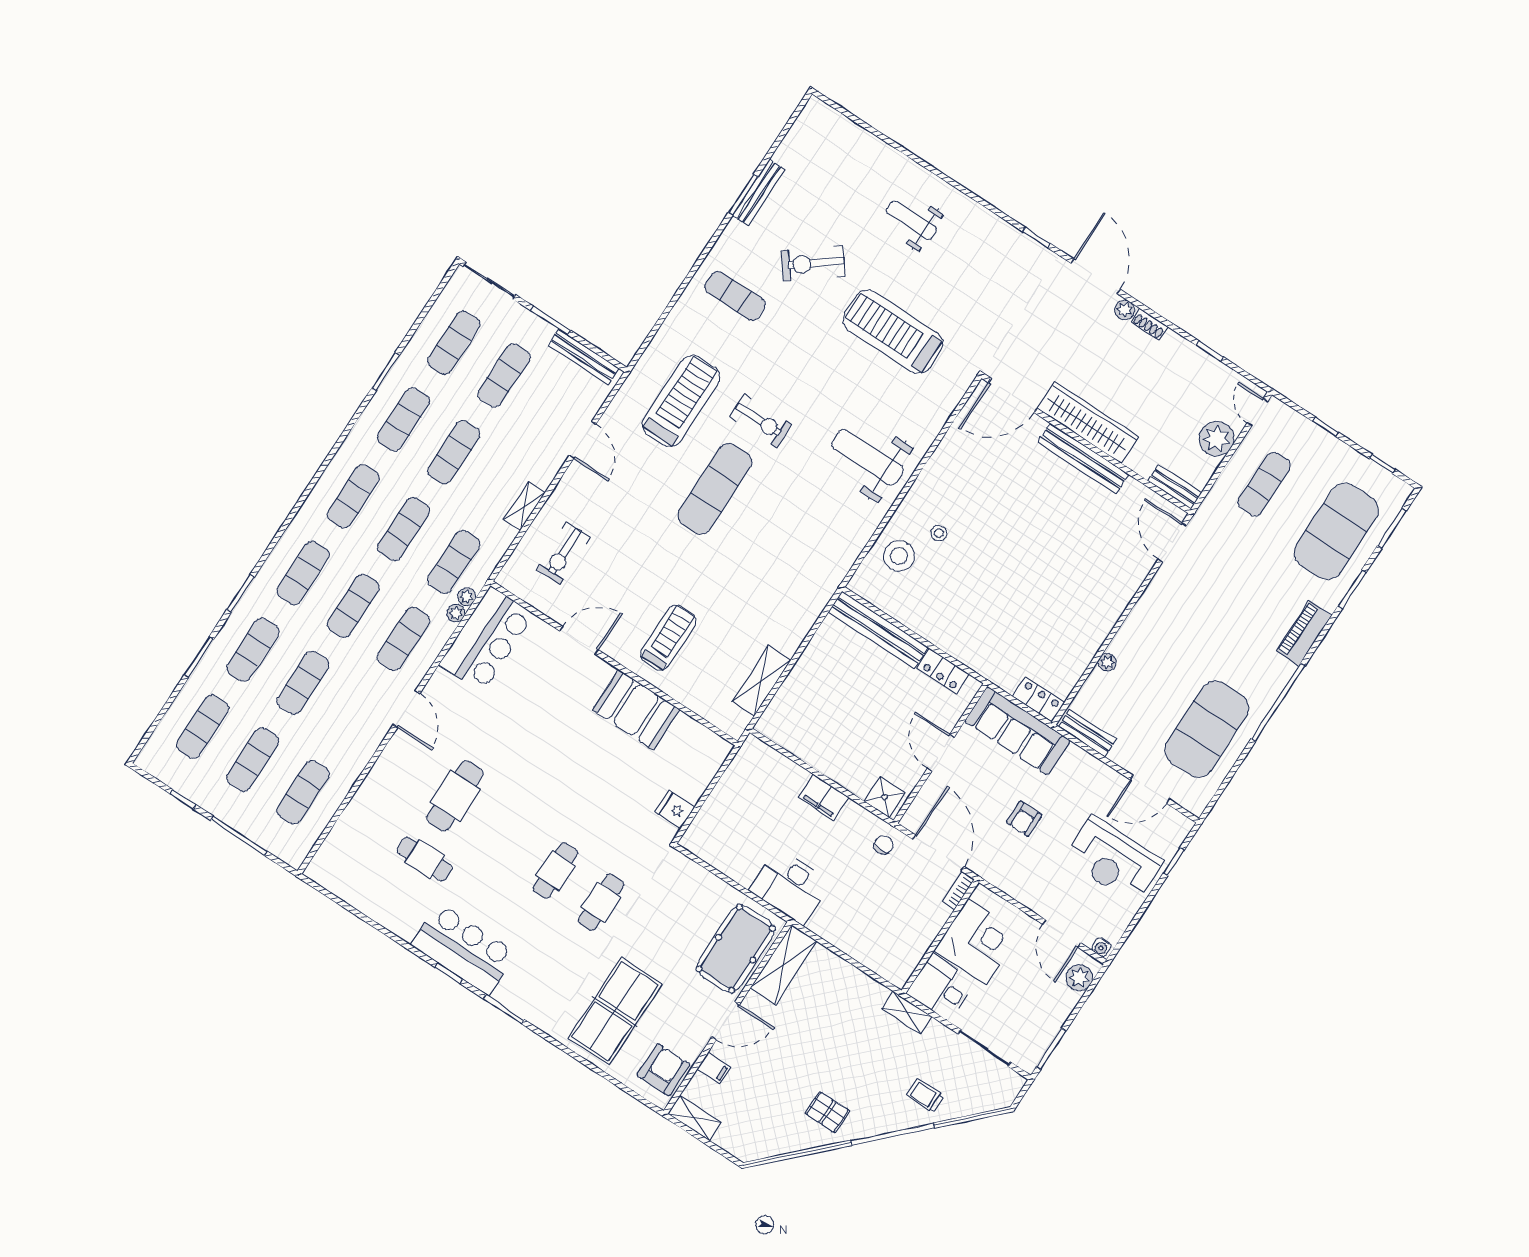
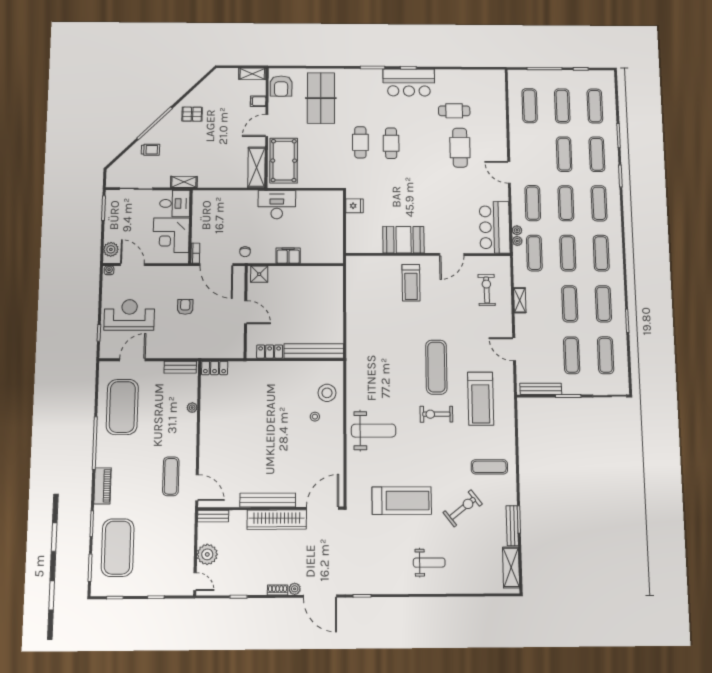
exercise mat: (1264, 484) -> (171, 476), moved
shelving: (761, 681) -> (511, 567), moved
sofa: (1017, 731) -> (215, 346), removed

